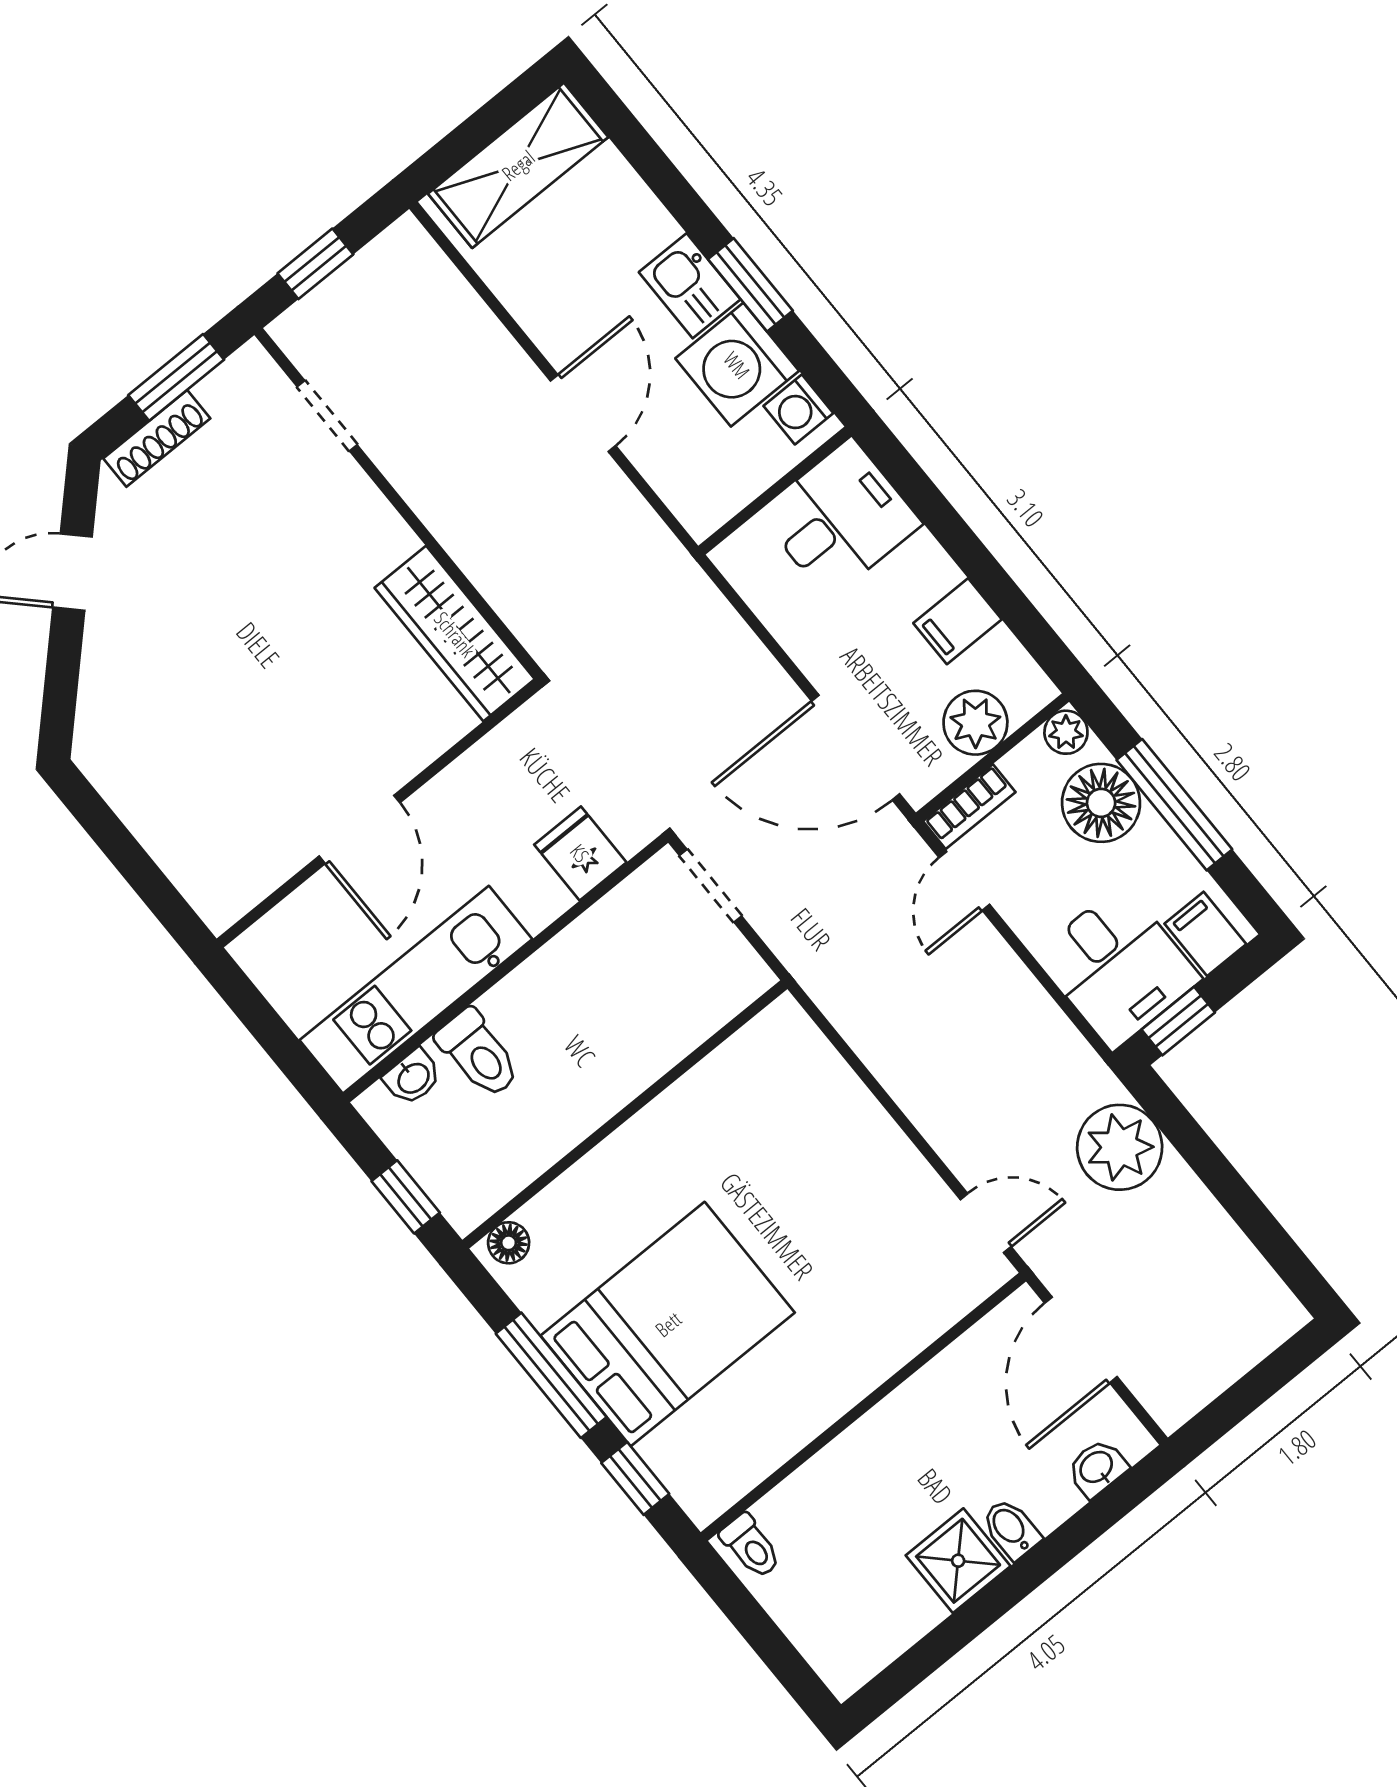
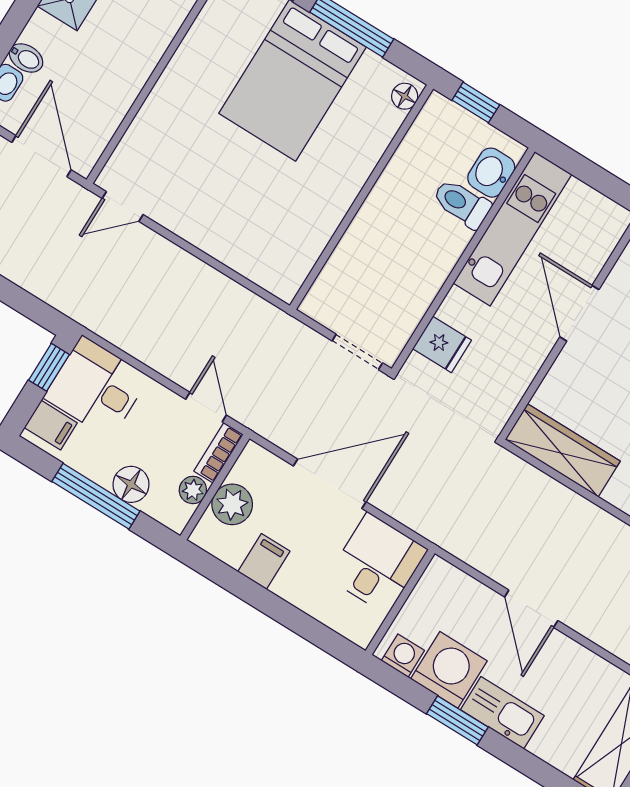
kitchen sink: (690, 286) -> (502, 713), width x1.38
desk: (840, 519) -> (377, 564), moved, turned 180
plant: (1066, 732) -> (193, 490), moved
door: (856, 748) -> (330, 484), moved
floor lamp: (1101, 803) -> (131, 484), width x0.73, depth x0.73
washbasin: (413, 1077) -> (491, 173), width x1.38, depth x1.45
plant: (1120, 1147) -> (58, 280), removed
bidet: (1011, 1529) -> (26, 58), moved

